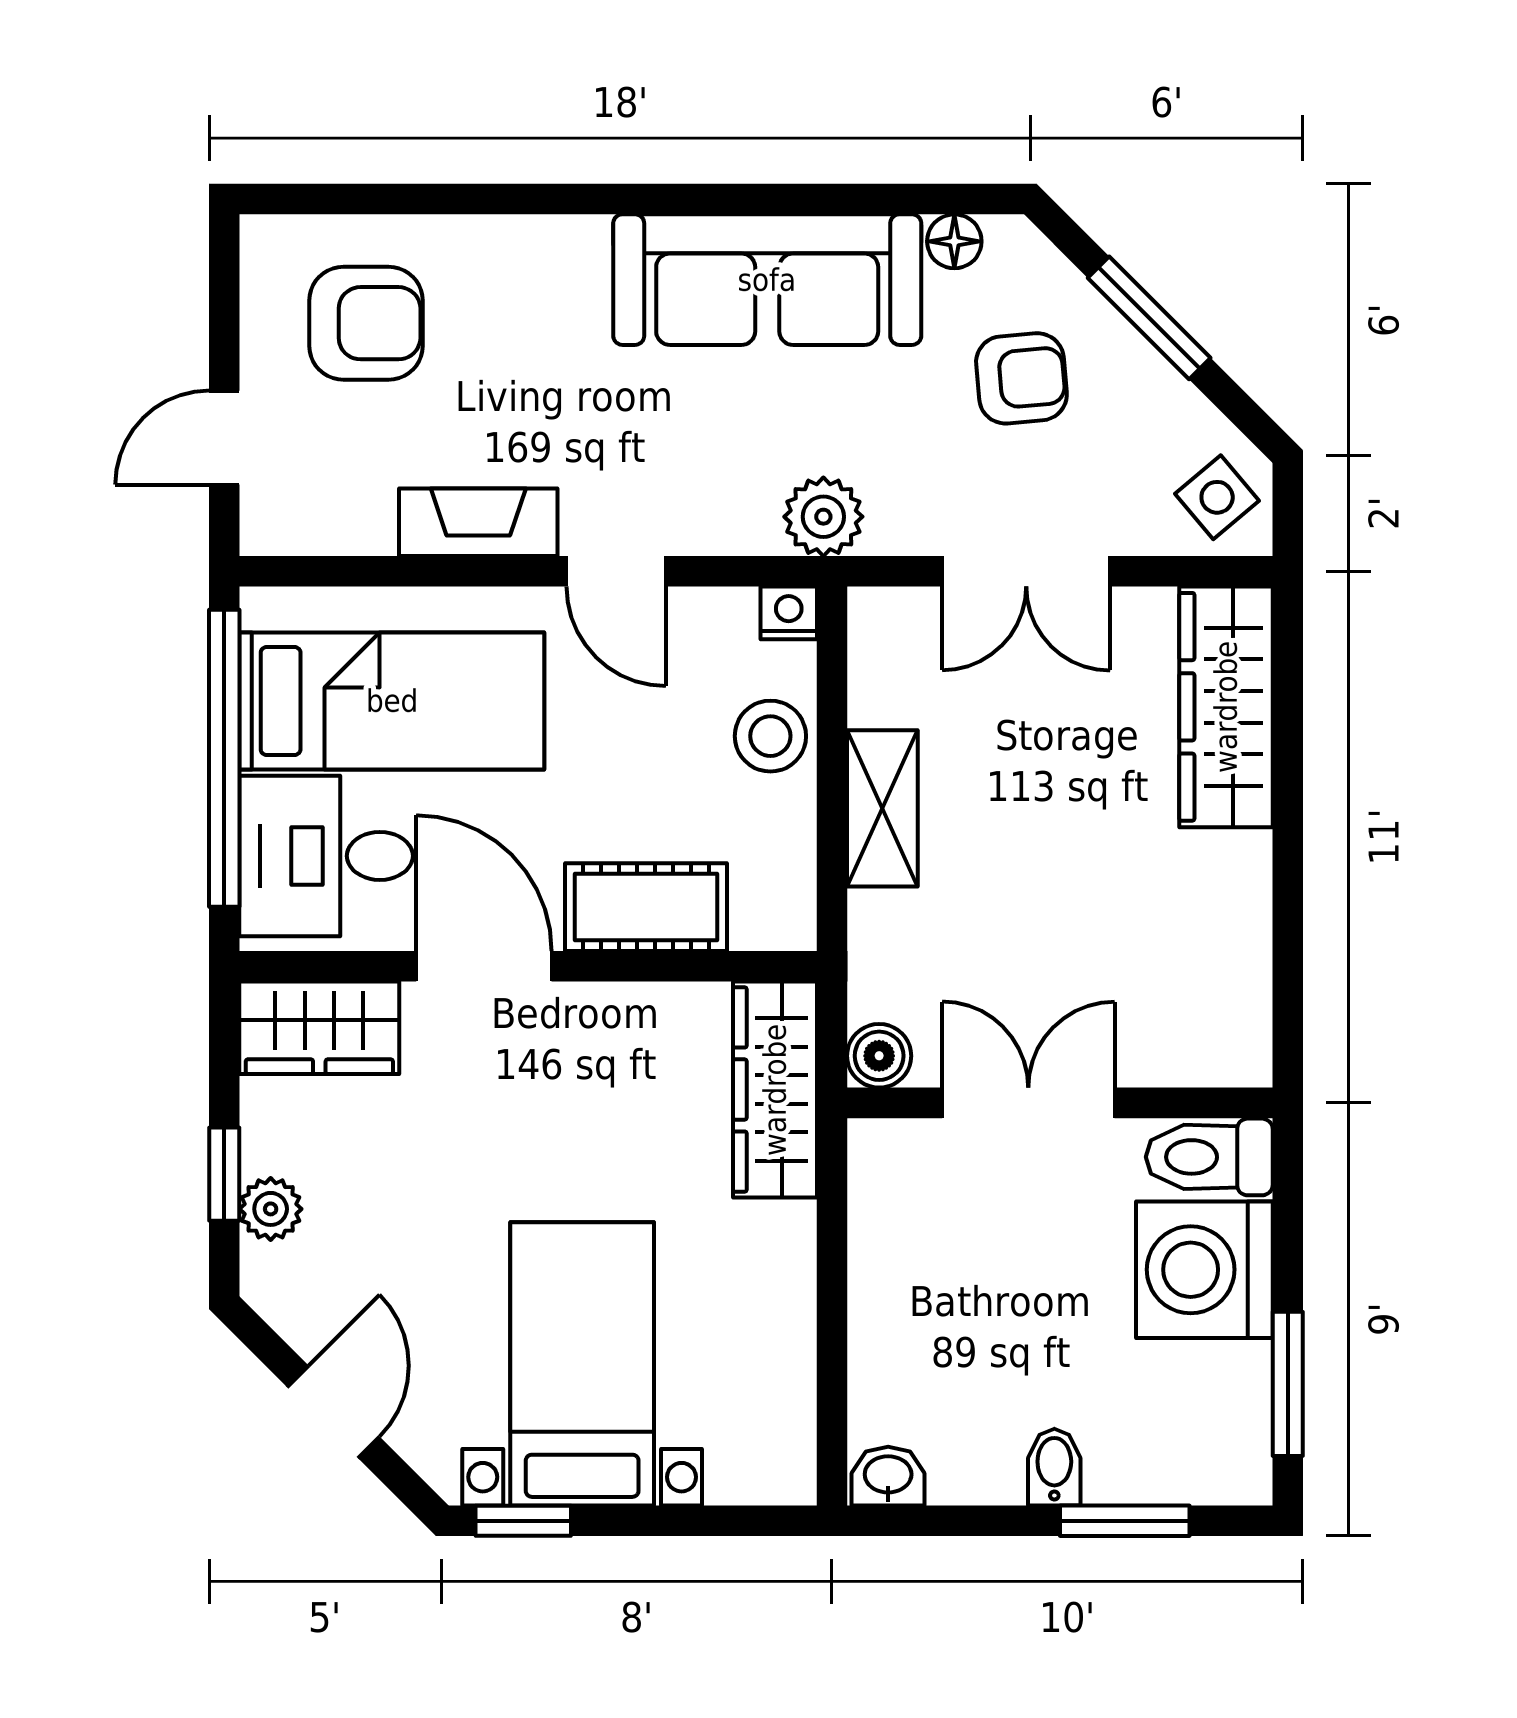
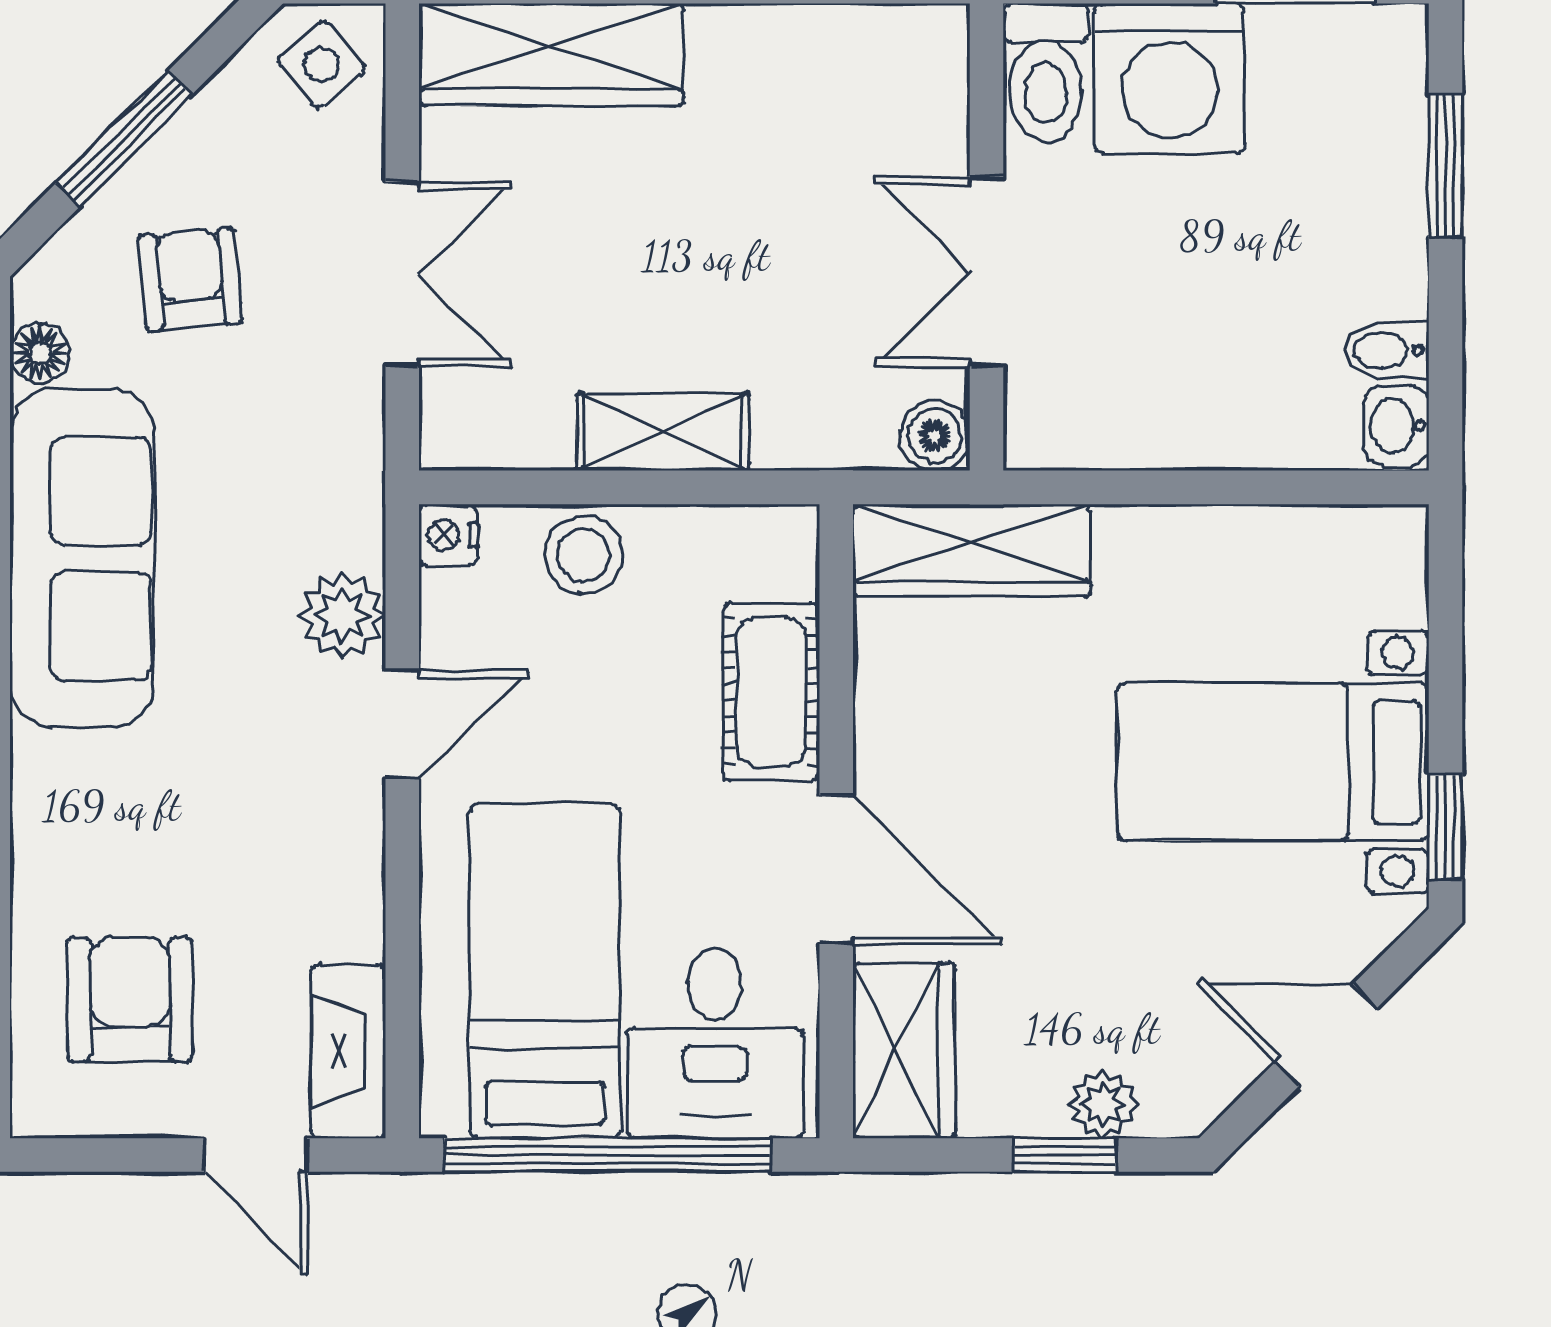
plant: (823, 517) -> (342, 615), moved
fireplace: (478, 522) -> (348, 1051), moved
door: (484, 966) -> (836, 870), swing flipped
bidet: (1054, 1467) -> (1387, 350), moved

